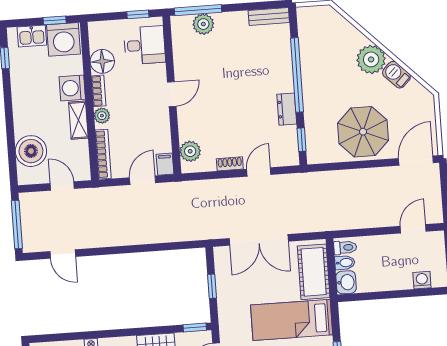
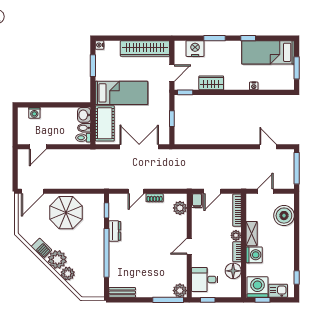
plant: (203, 24) -> (180, 291), moved
plant: (354, 39) -> (68, 274), added
door: (62, 186) -> (265, 191), swing flipped

